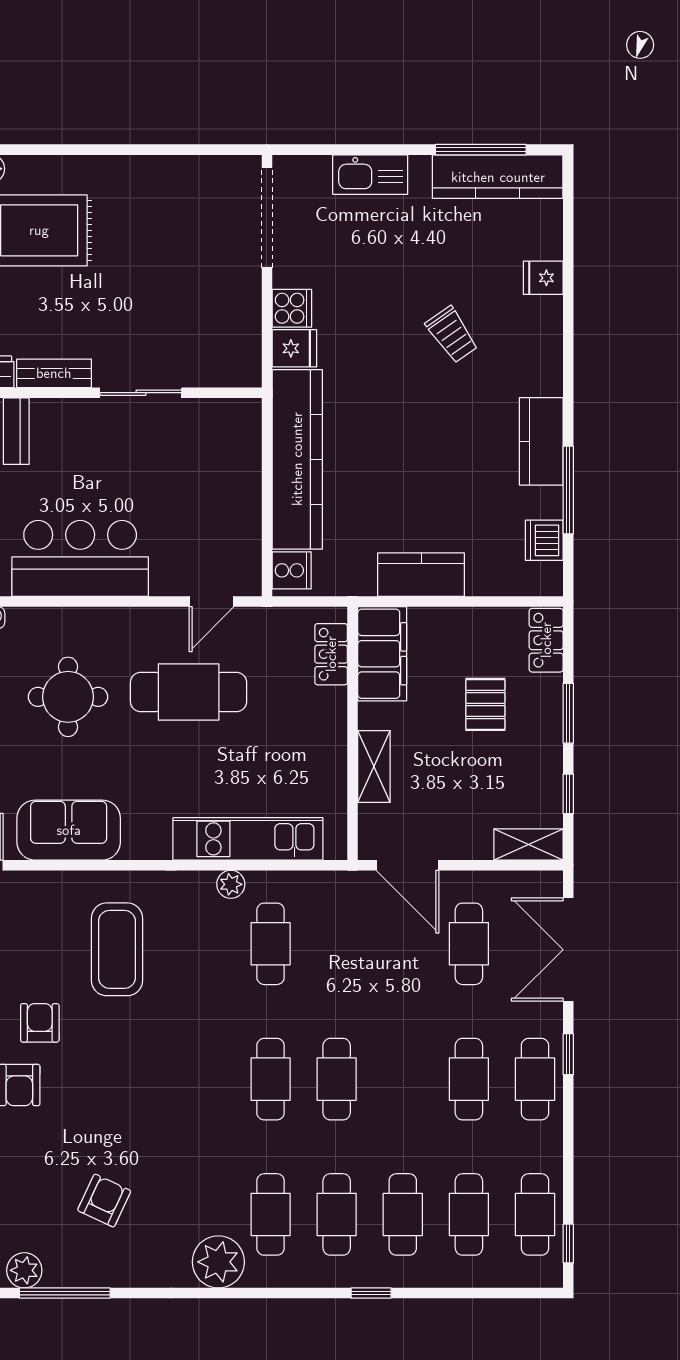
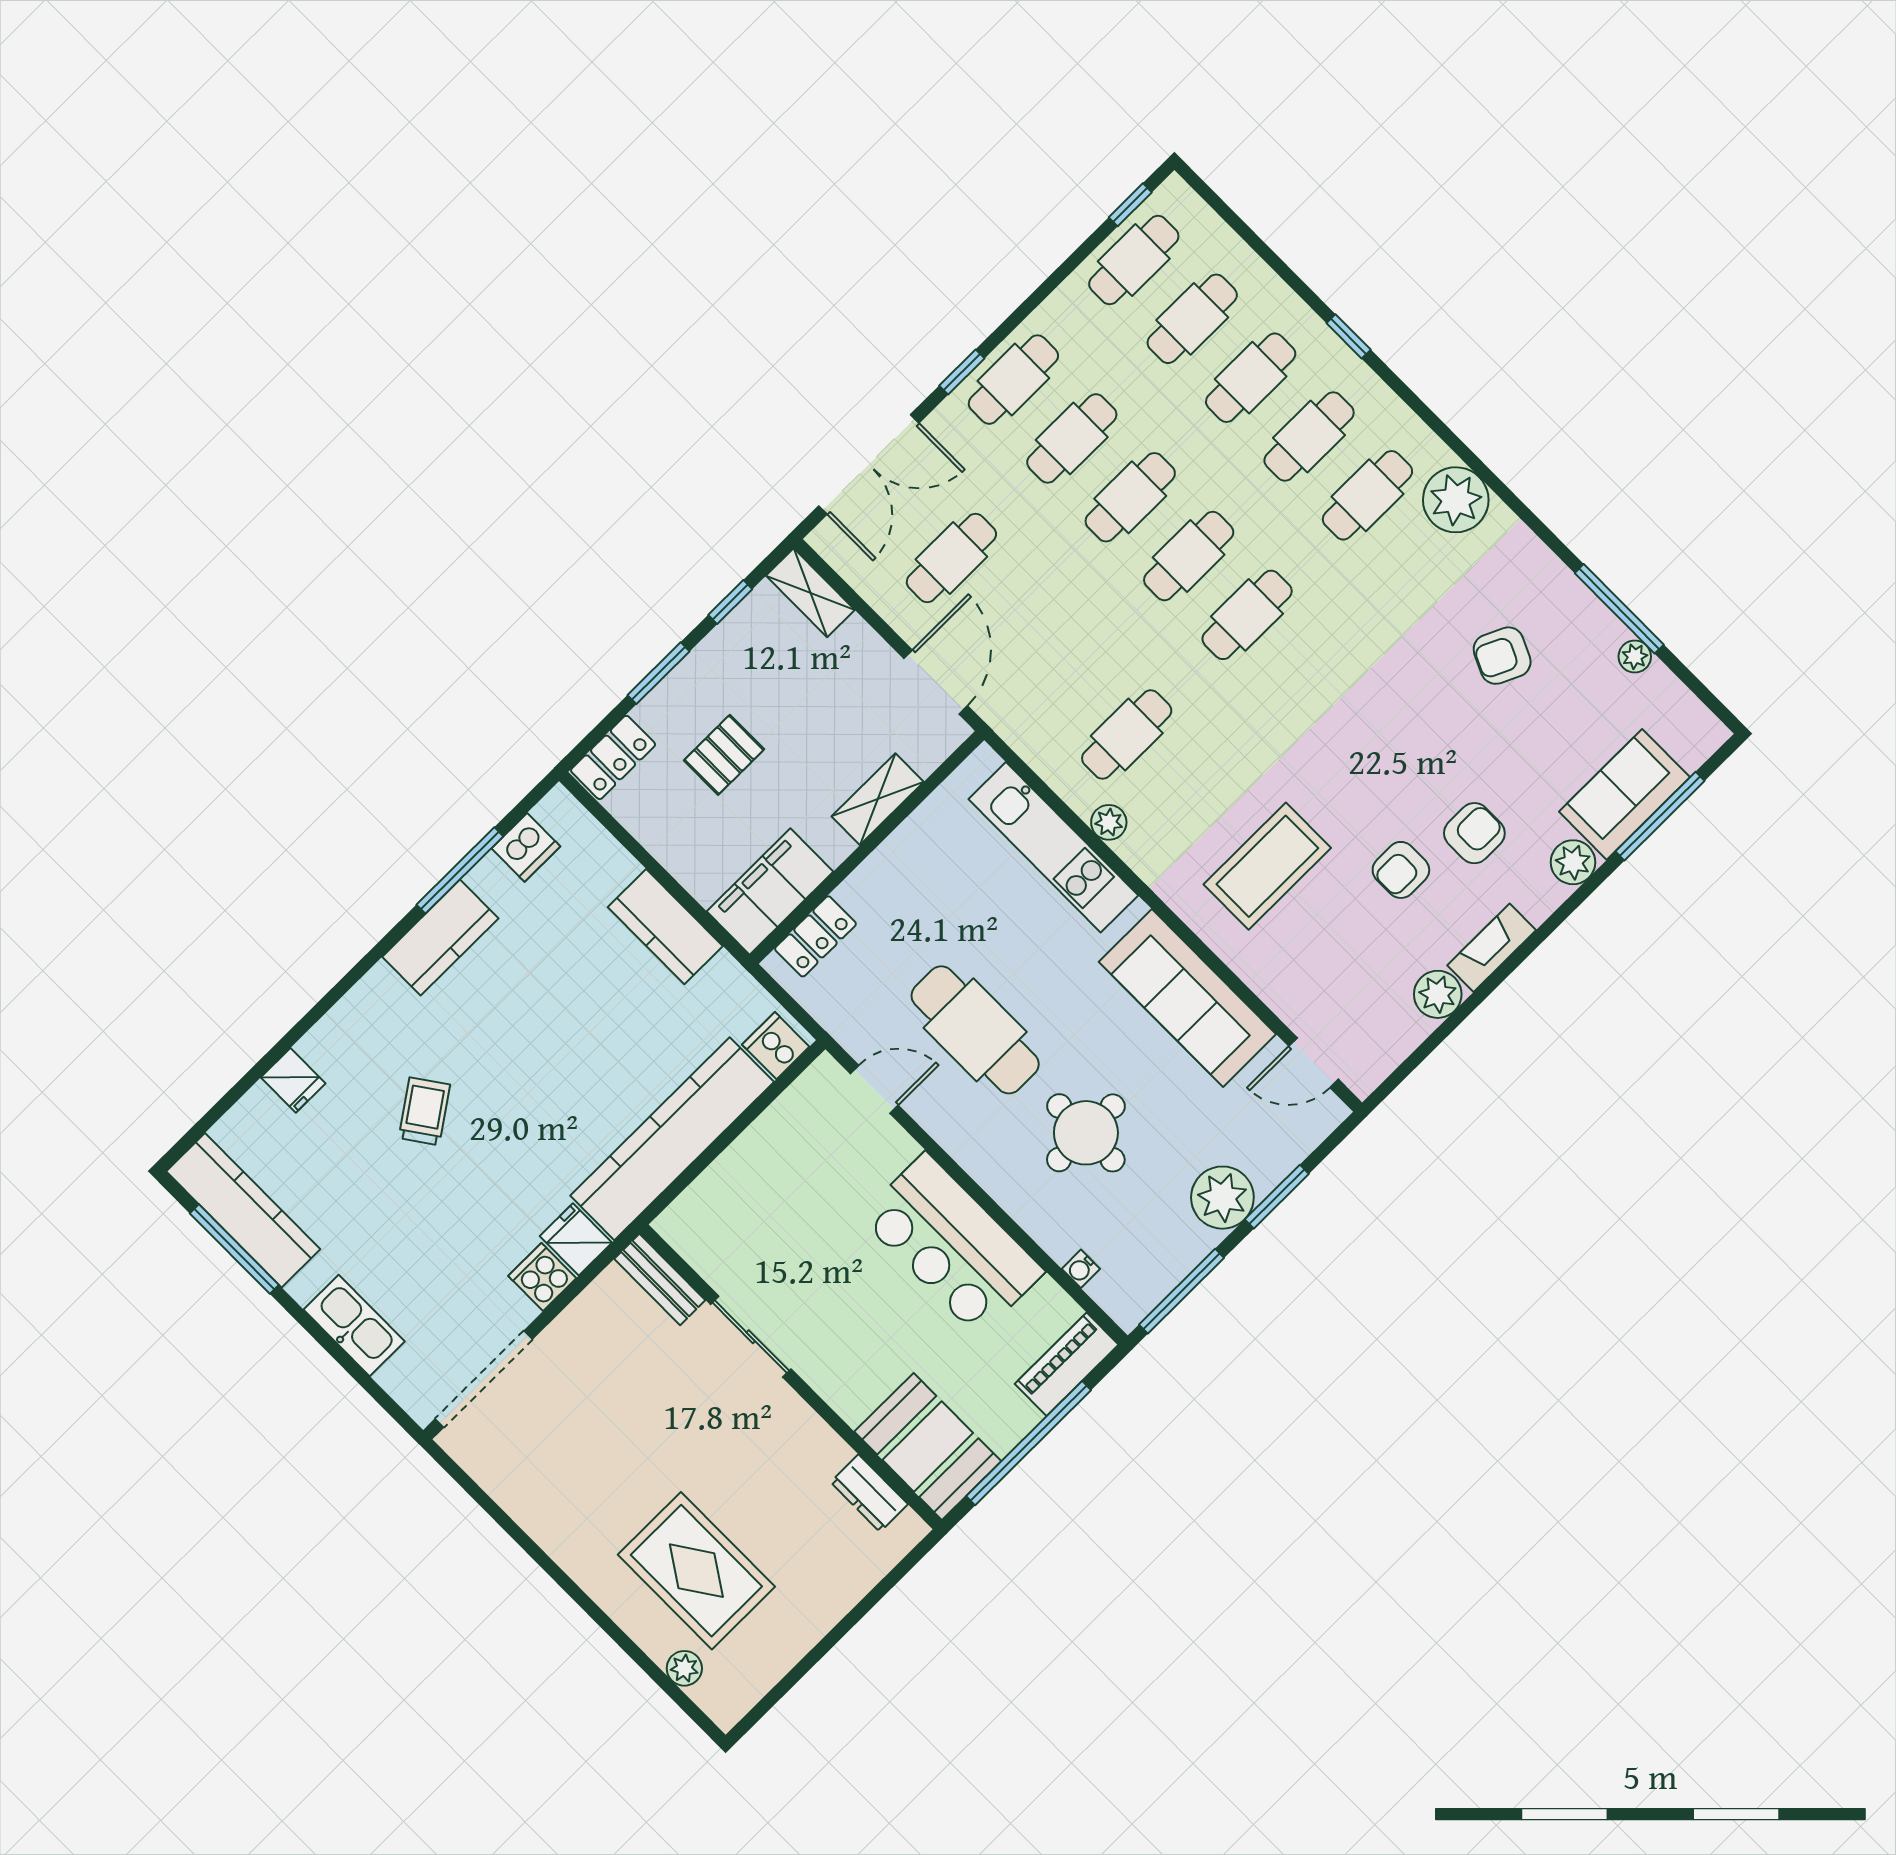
bench: (54, 373) -> (660, 1279), moved
sofa: (69, 830) -> (1187, 998), width x1.36
cafe table: (403, 1079) -> (1130, 497), added
plant: (24, 1270) -> (1635, 657), width x0.73, depth x0.73

